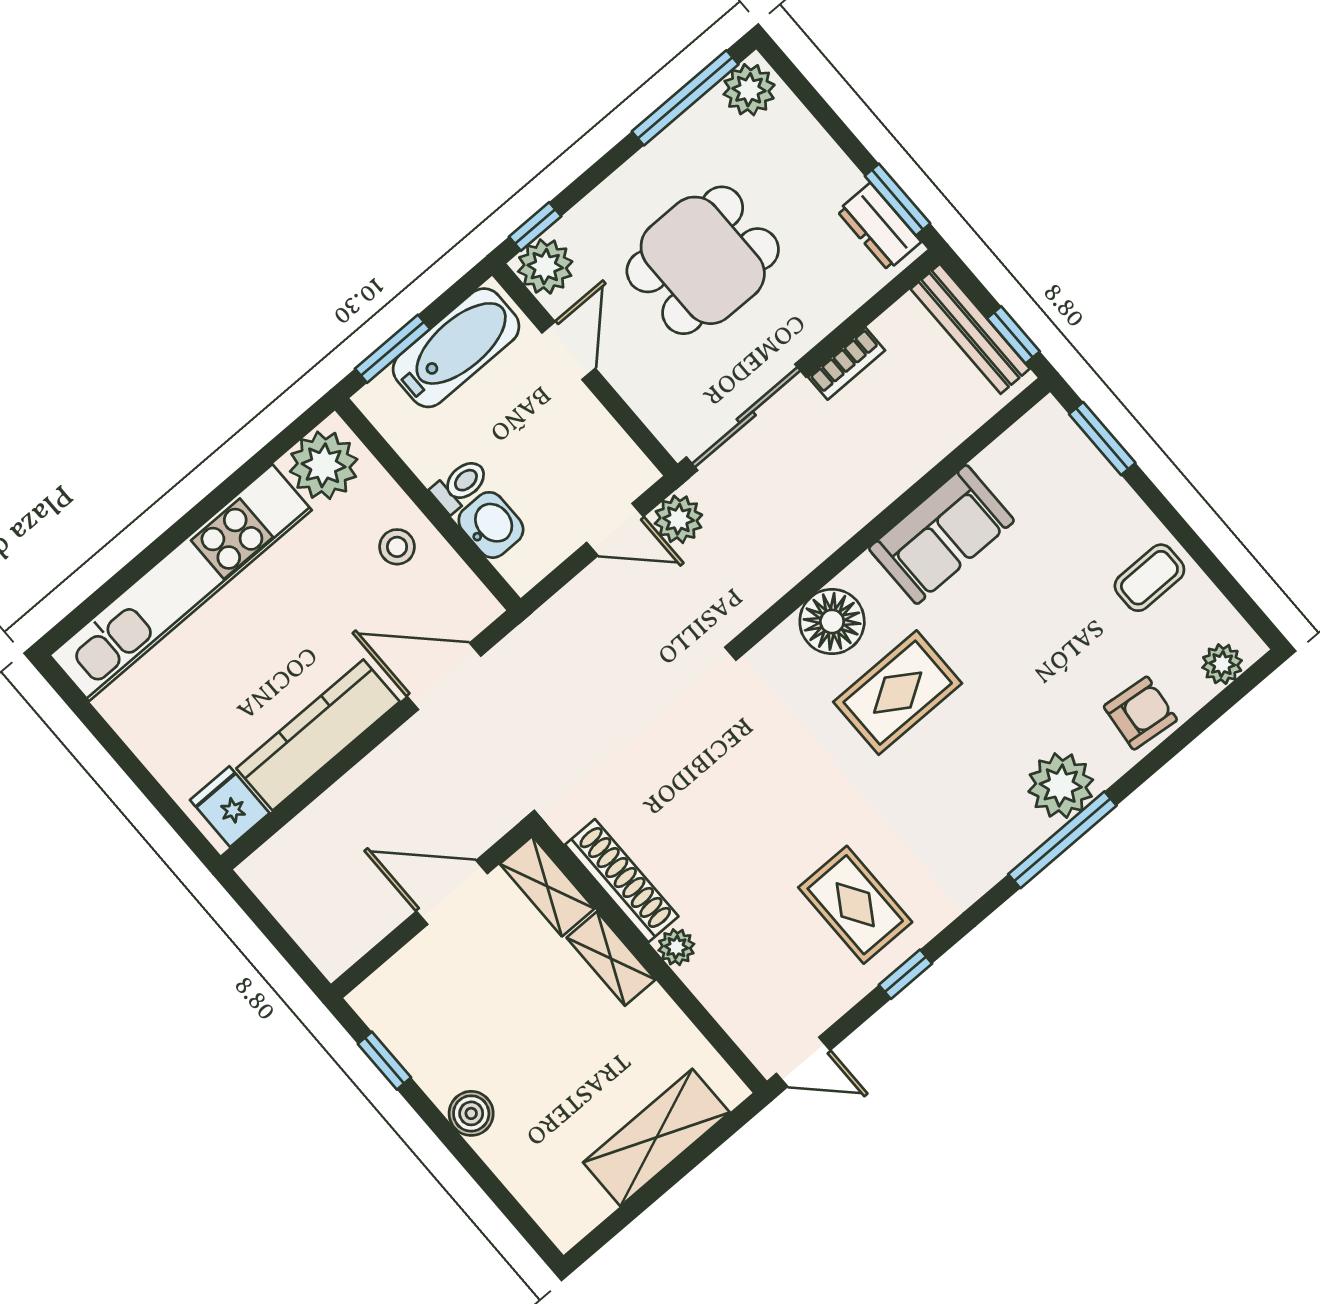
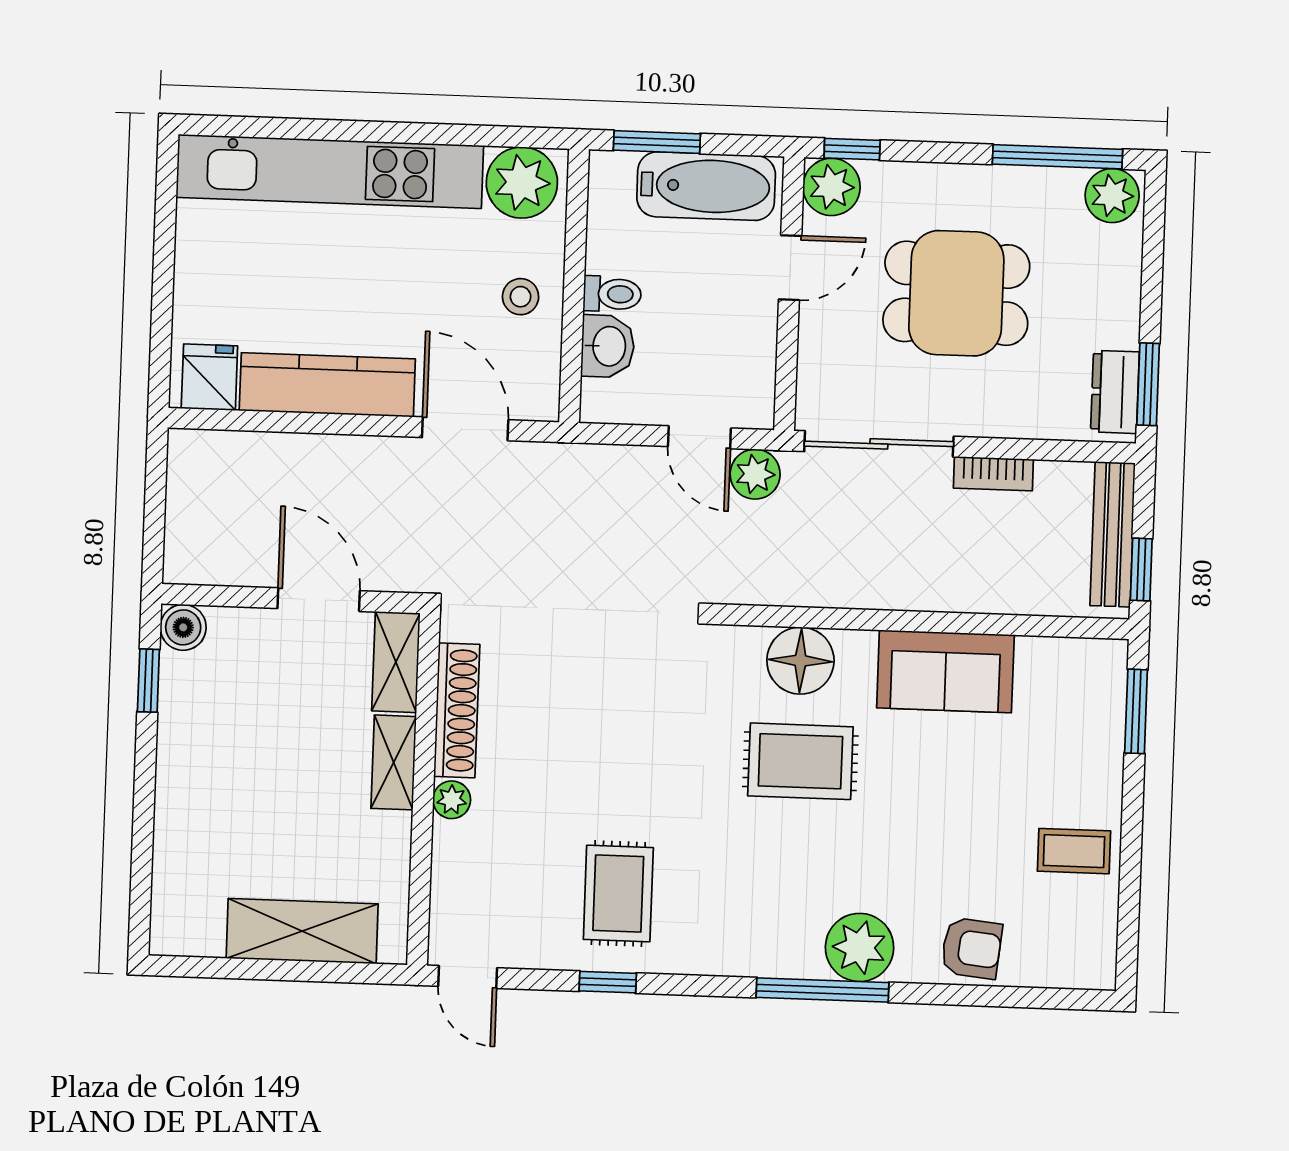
plant: (1222, 664) -> (1069, 968), removed
boiler: (471, 1113) -> (183, 627), moved

